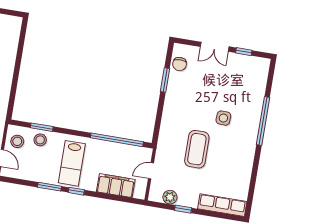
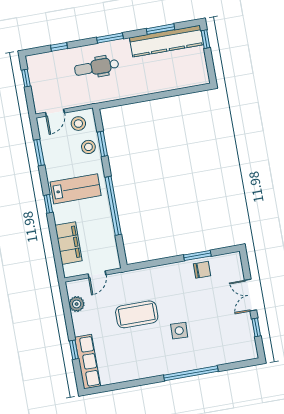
chair: (180, 64) -> (202, 270), moved, turned 180
window: (117, 140) -> (113, 206), moved
lab bench: (72, 163) -> (76, 189), turned 180
door: (151, 171) -> (97, 274), swing flipped
window: (49, 187) -> (39, 153), moved
window: (183, 209) -> (74, 350), moved

